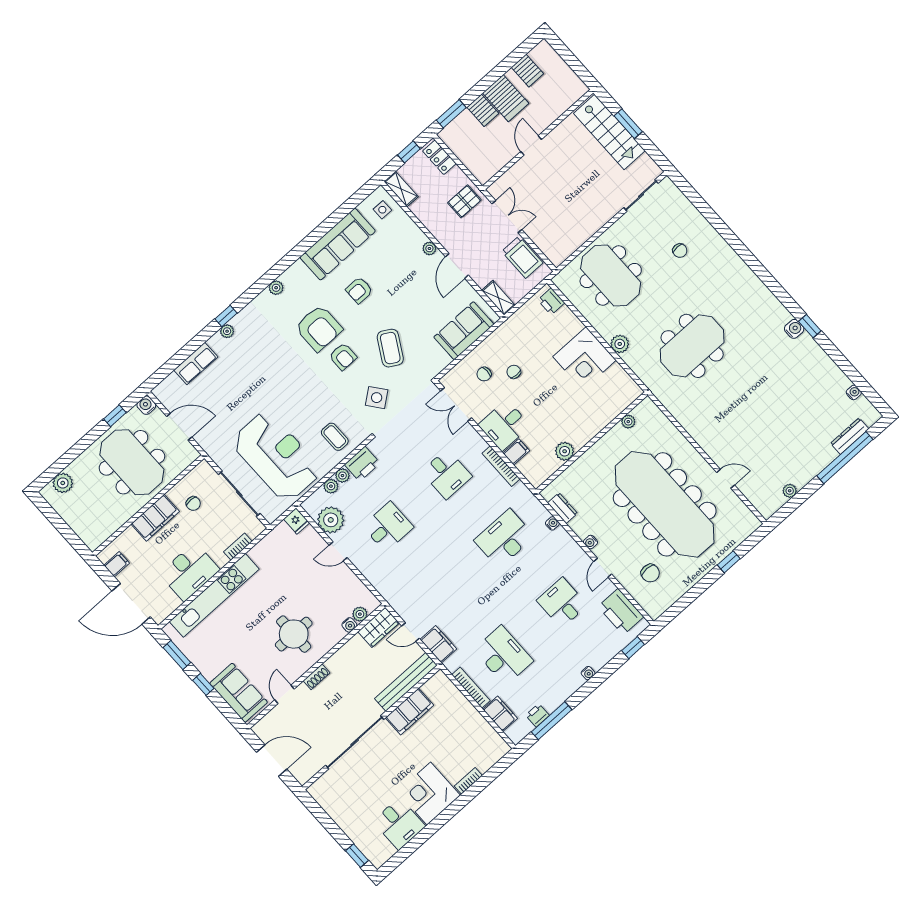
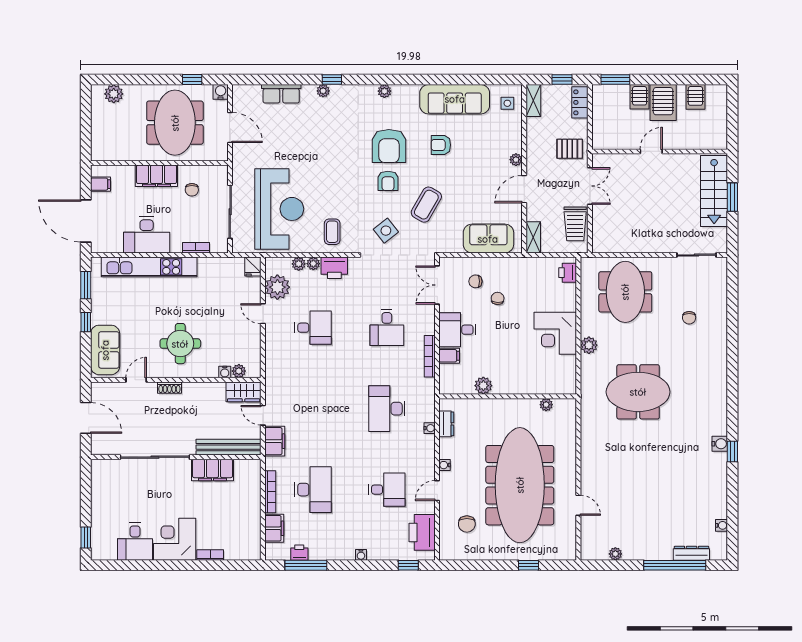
desk: (504, 538) -> (387, 409), turned -90
desk: (562, 603) -> (387, 490), turned 90

